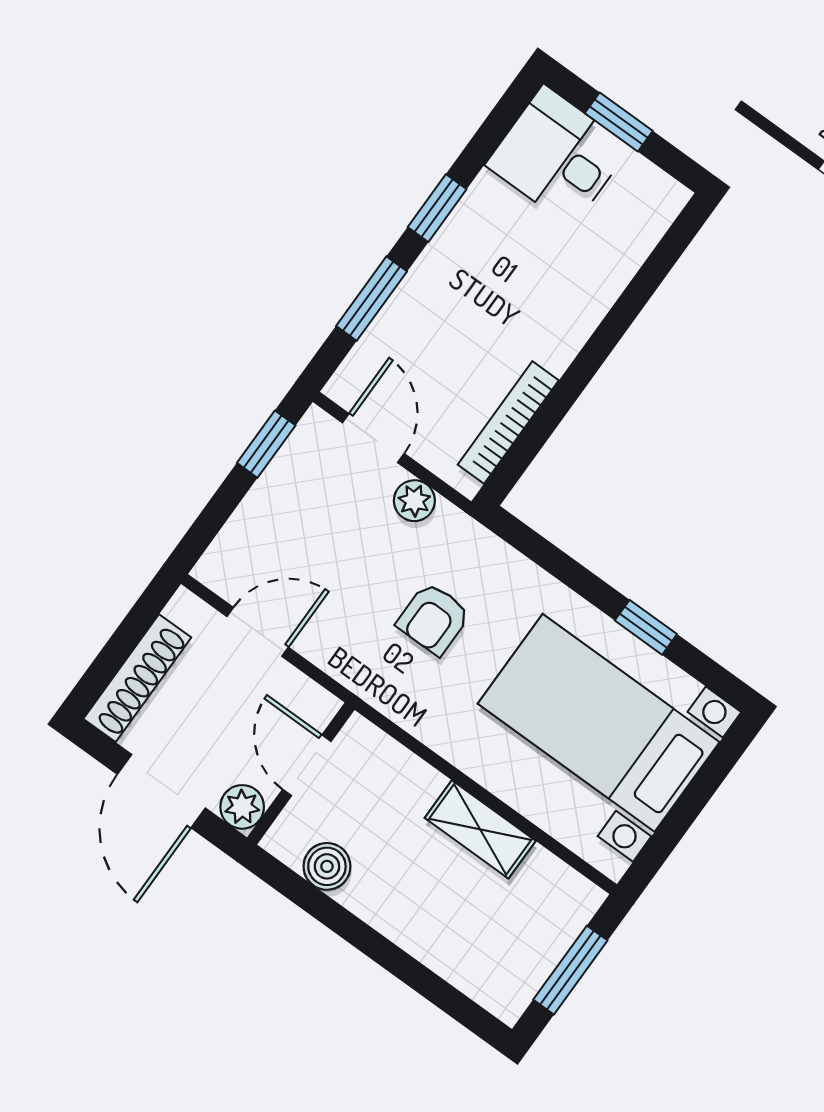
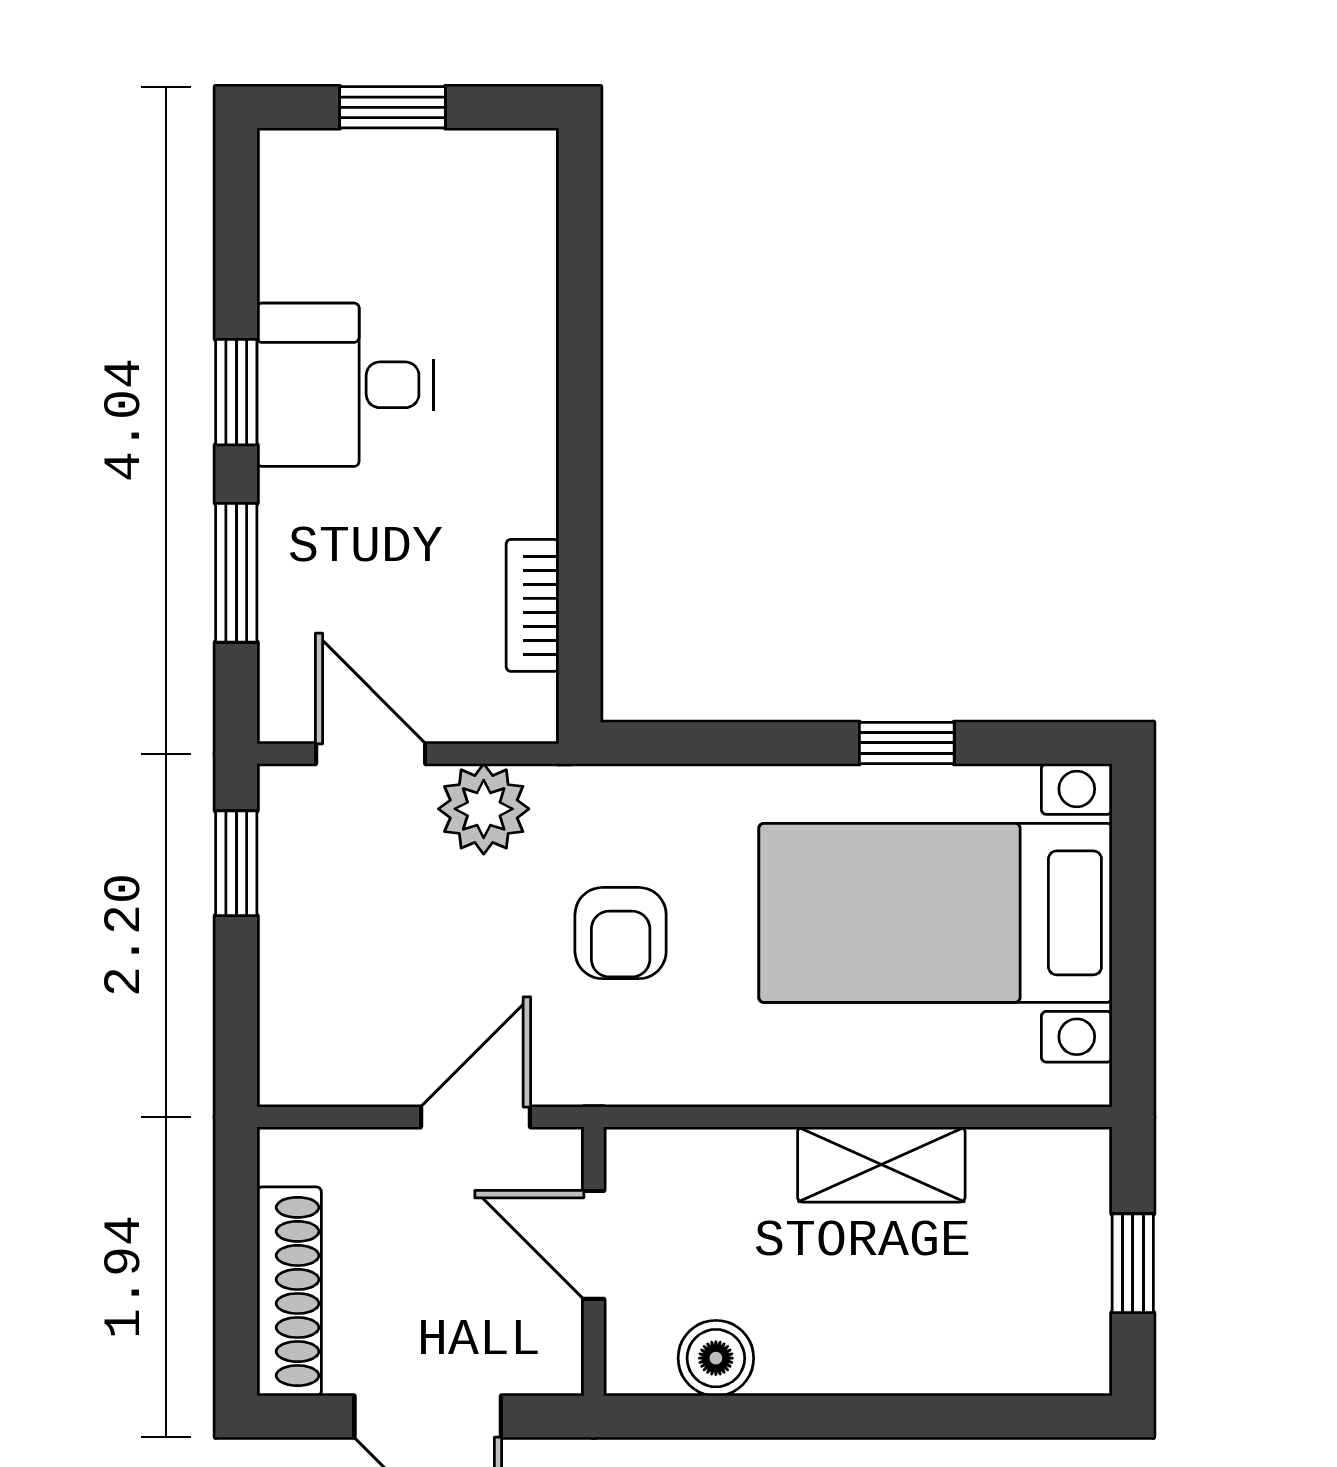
desk: (558, 156) -> (345, 385), moved
bookcase: (508, 423) -> (533, 605), width x0.64
plant: (414, 501) -> (484, 809), width x1.38, depth x1.38
door: (258, 632) -> (475, 1117), moved
plant: (242, 807) -> (548, 1361), removed
window: (570, 970) -> (1133, 1263), width x0.67

